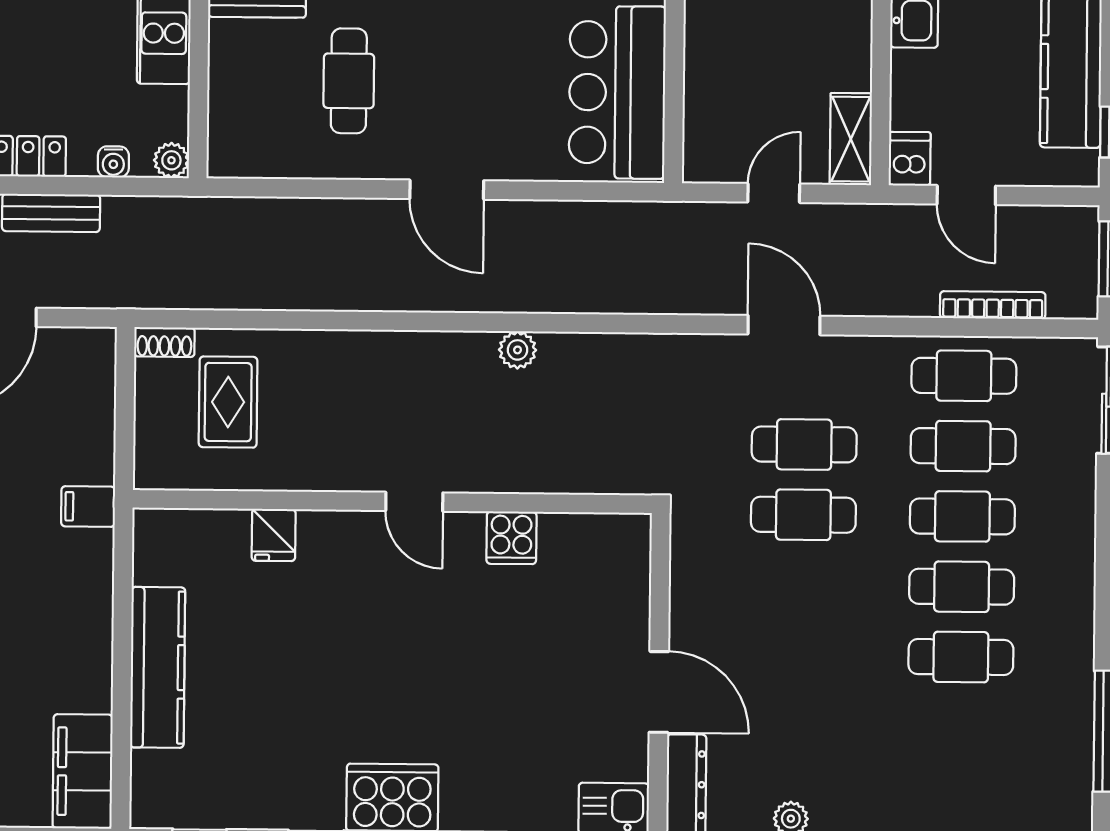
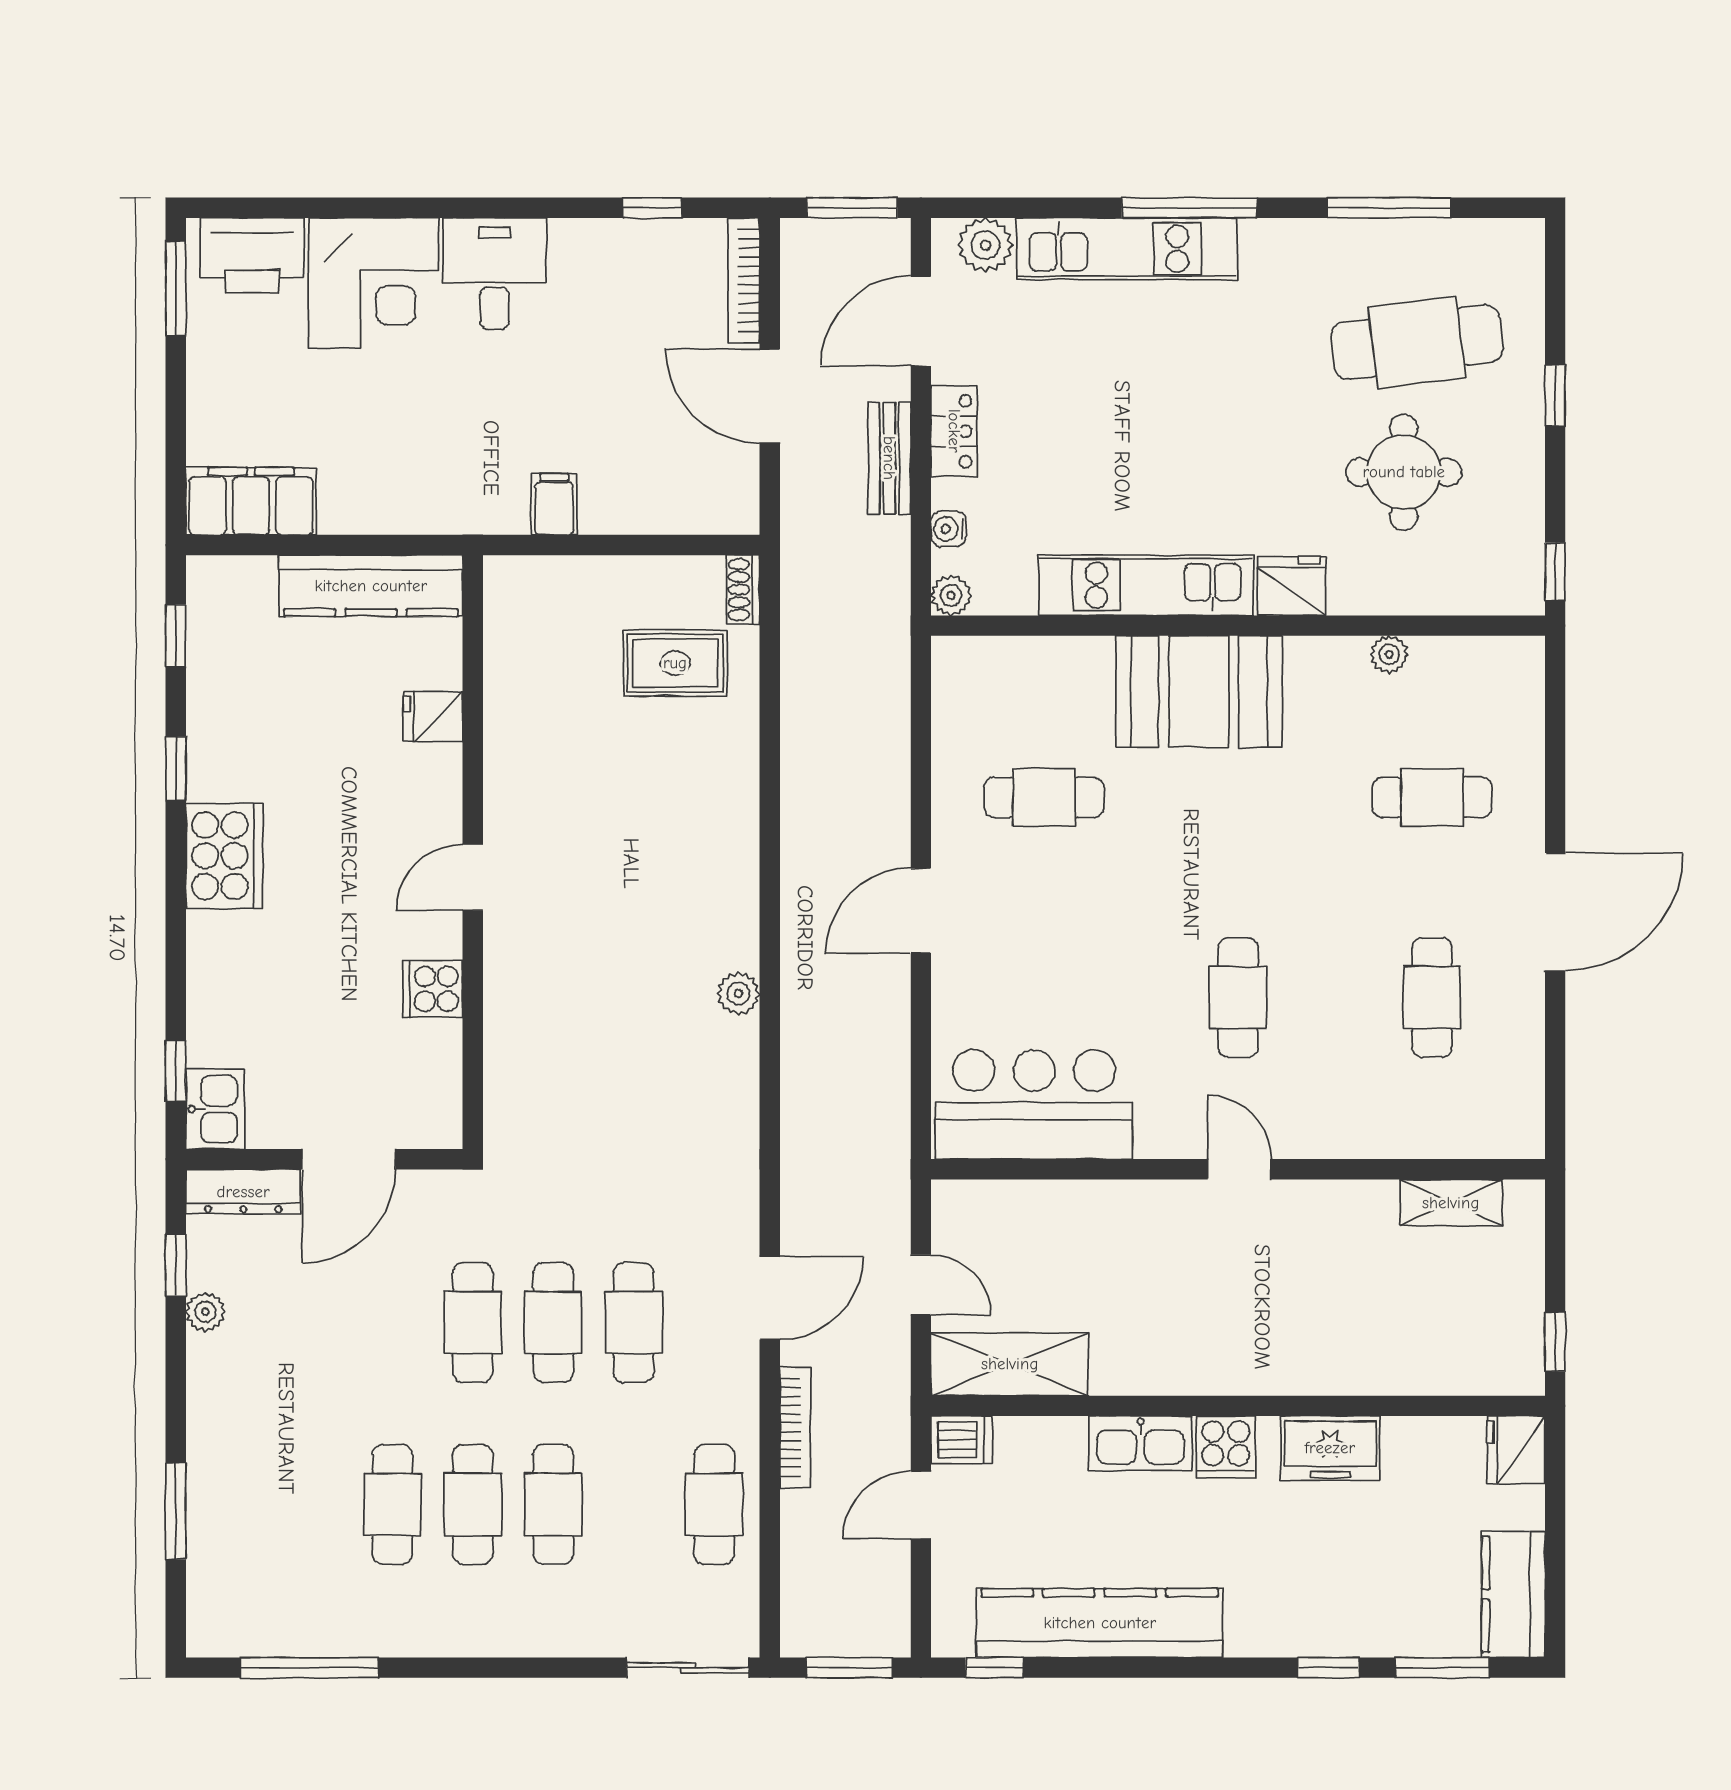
shelving: (851, 139) -> (1010, 1364), width x1.50, depth x1.33
bookcase: (993, 305) -> (795, 1427), moved
cafe table: (963, 446) -> (473, 1323), moved
wall: (392, 502) -> (473, 852), moved
door: (414, 502) -> (473, 877), moved
fridge: (274, 535) -> (433, 717), moved
cooker: (511, 538) -> (433, 989), moved

